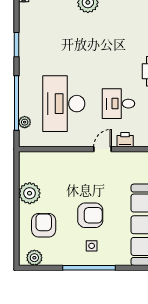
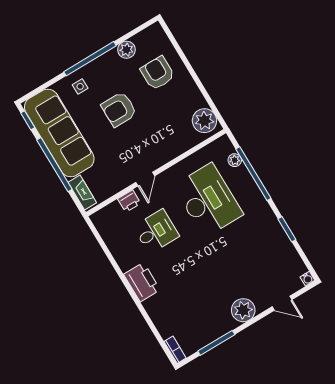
plant: (30, 193) -> (204, 121), moved
armchair: (44, 225) -> (158, 73), turned 180
side table: (92, 246) -> (80, 86), moved
plant: (34, 258) -> (126, 50), moved

